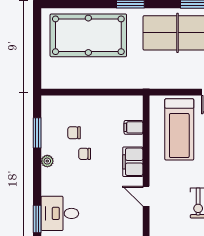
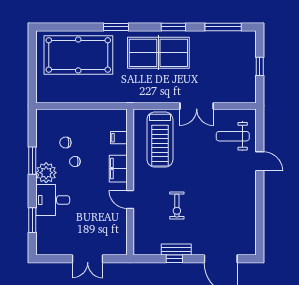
window: (37, 133) -> (32, 161), moved
plant: (47, 161) -> (46, 173), width x1.88, depth x1.88
desk: (60, 213) -> (53, 200), moved

